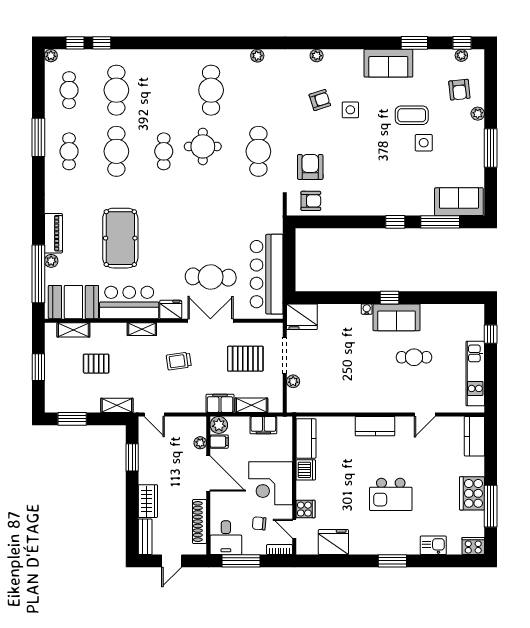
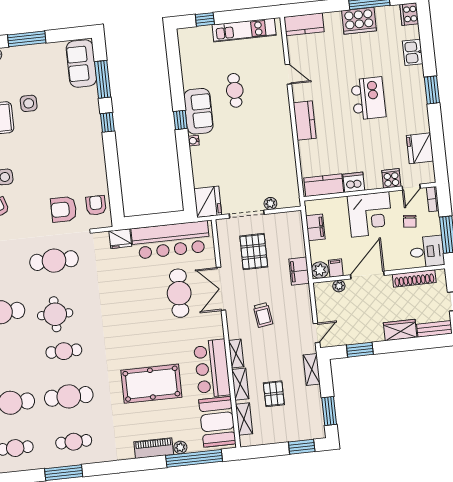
fridge: (171, 309) -> (120, 239), moved, turned -90
window: (38, 367) -> (302, 447), moved
shelving: (251, 405) -> (240, 384), moved

